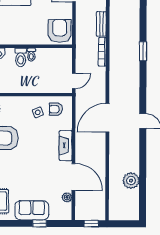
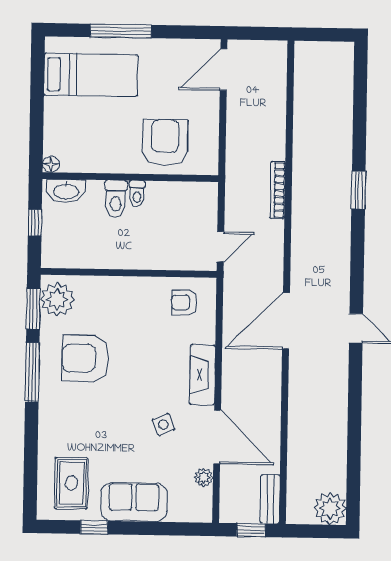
bench: (101, 24) -> (270, 499), moved
armchair: (60, 31) -> (165, 142), moved
side table: (38, 112) -> (163, 425), moved
plant: (131, 181) -> (330, 508), moved
window: (40, 223) -> (94, 527), moved

